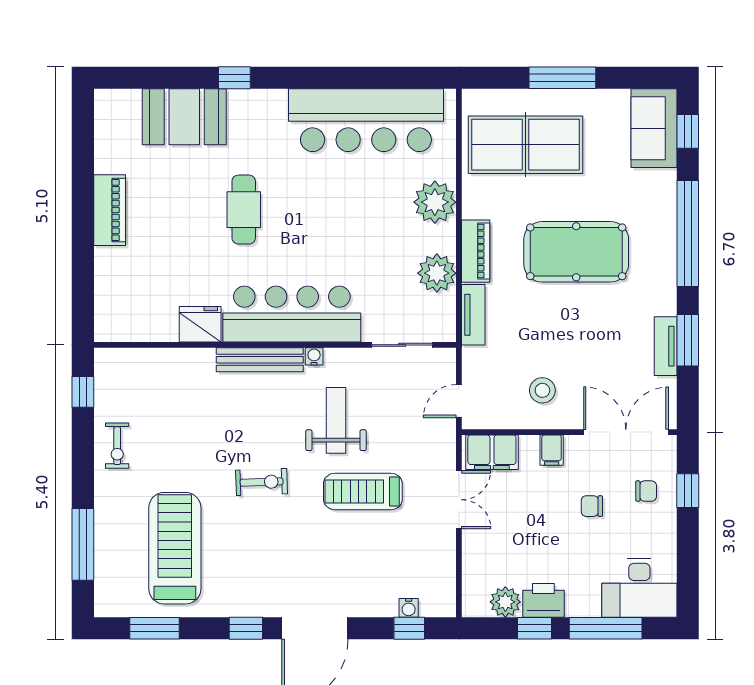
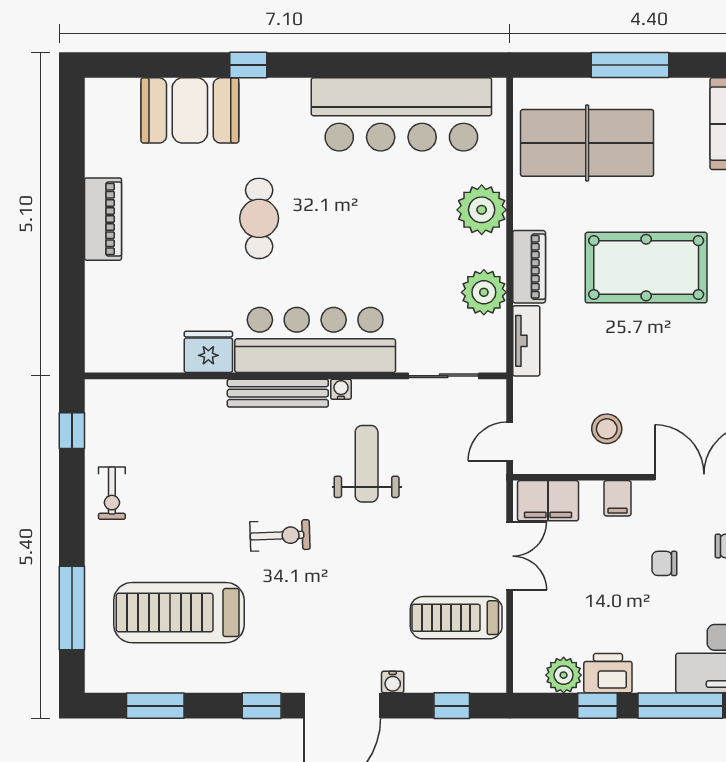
treadmill: (363, 491) -> (456, 618), moved
treadmill: (175, 548) -> (179, 613), turned -90
water cooler: (409, 608) -> (393, 682), moved

